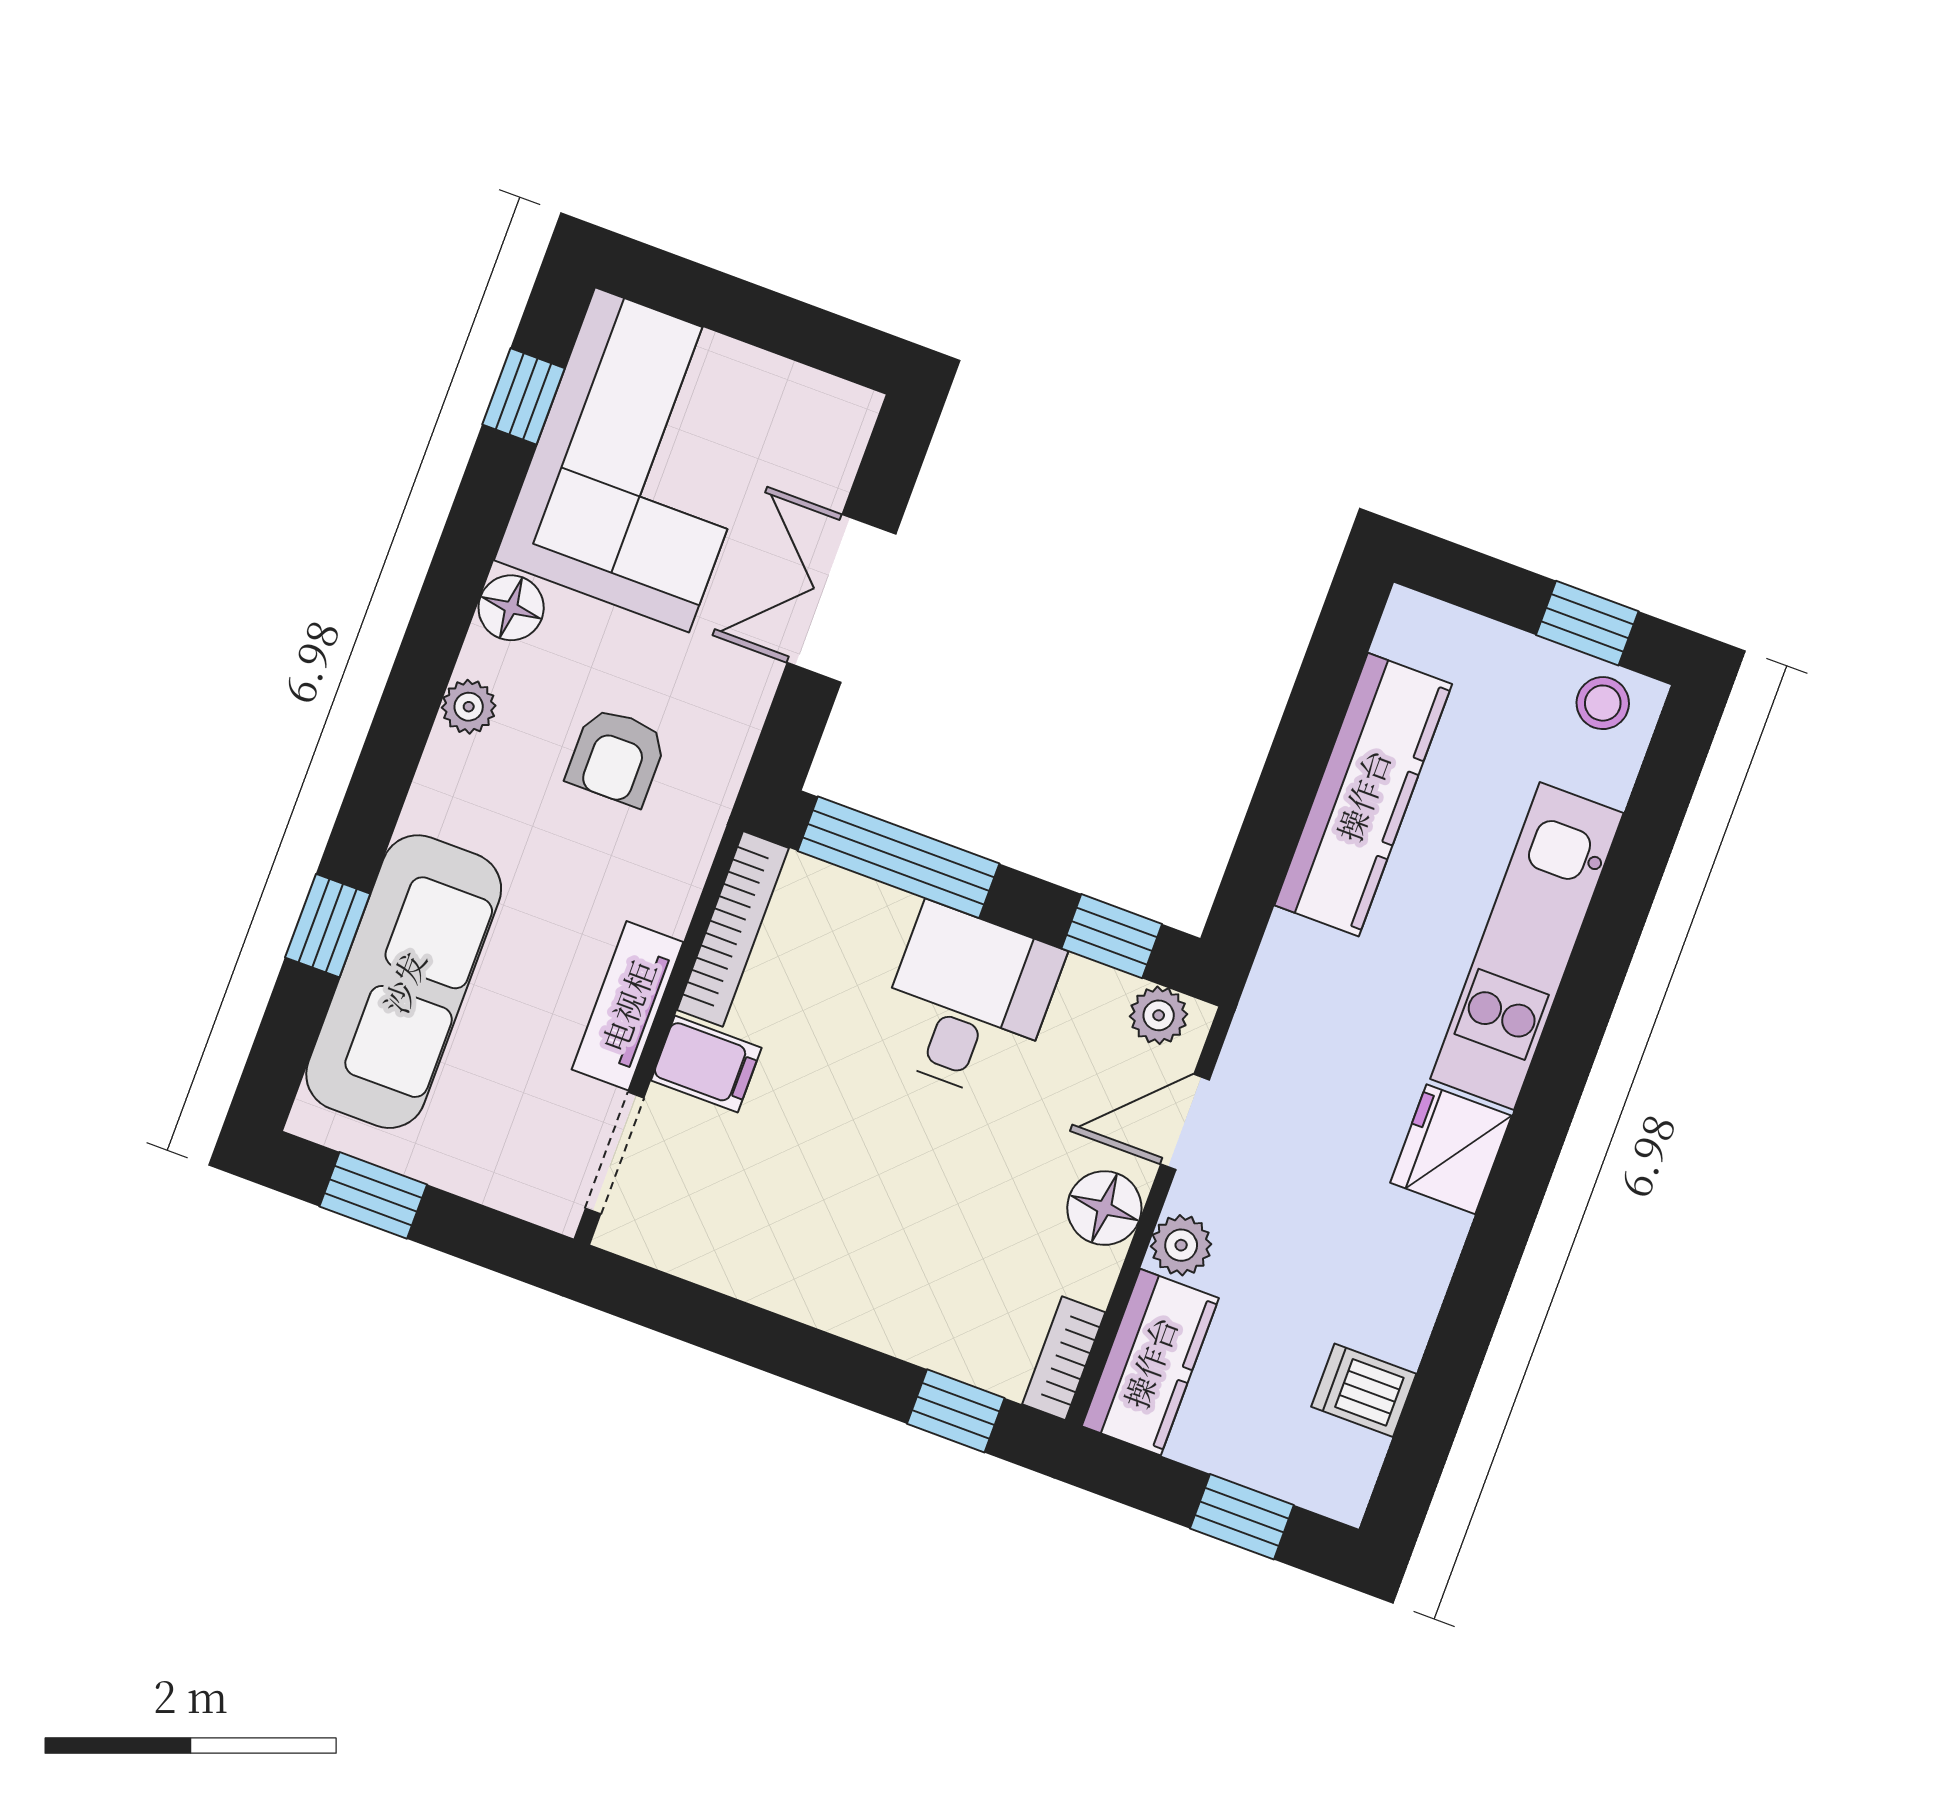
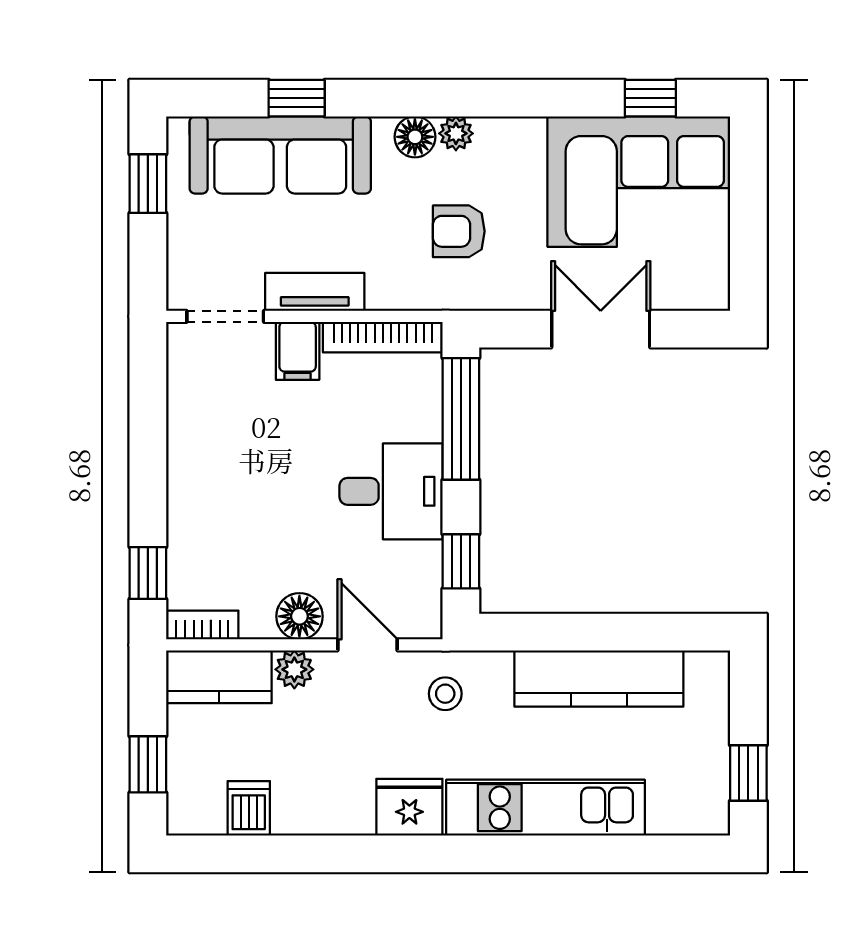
floor lamp: (511, 608) -> (415, 137), moved
stool: (1603, 703) -> (445, 694), moved
plant: (1159, 1015) -> (425, 606), removed

